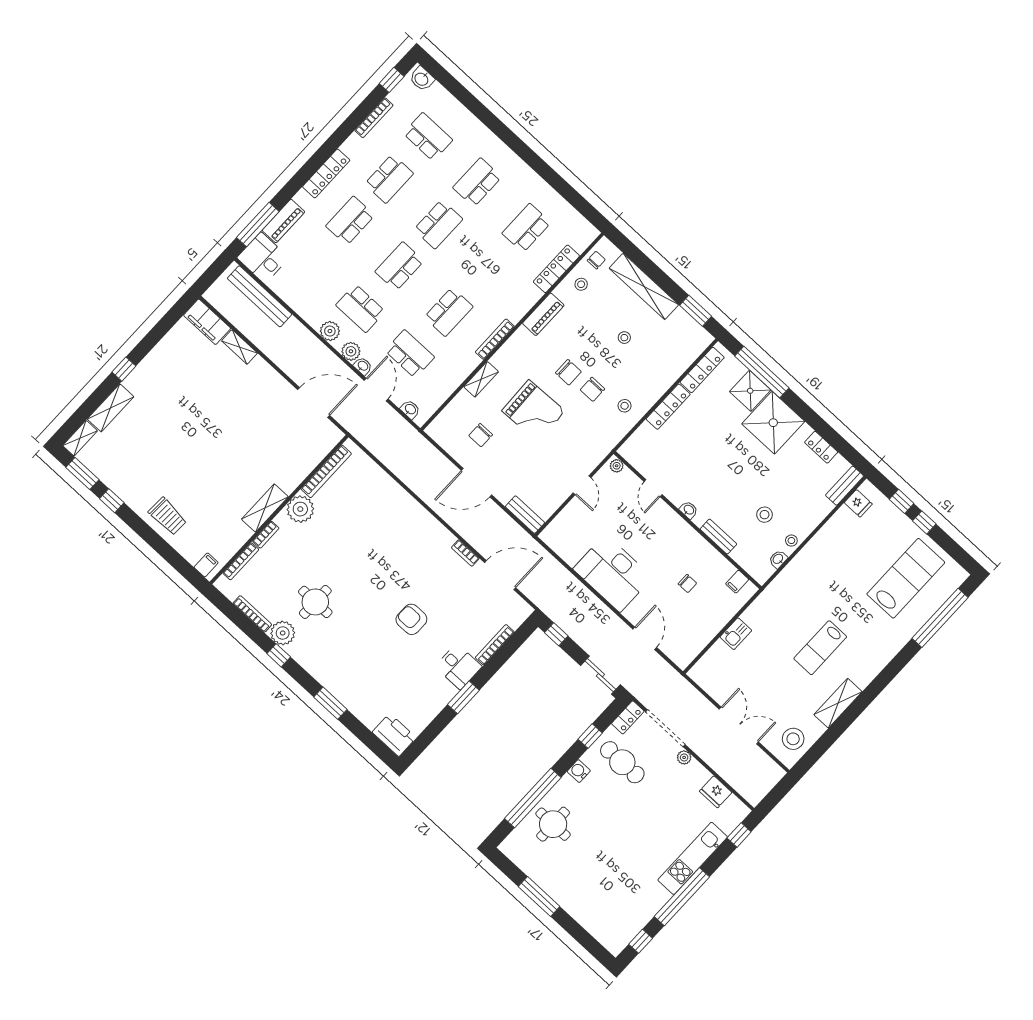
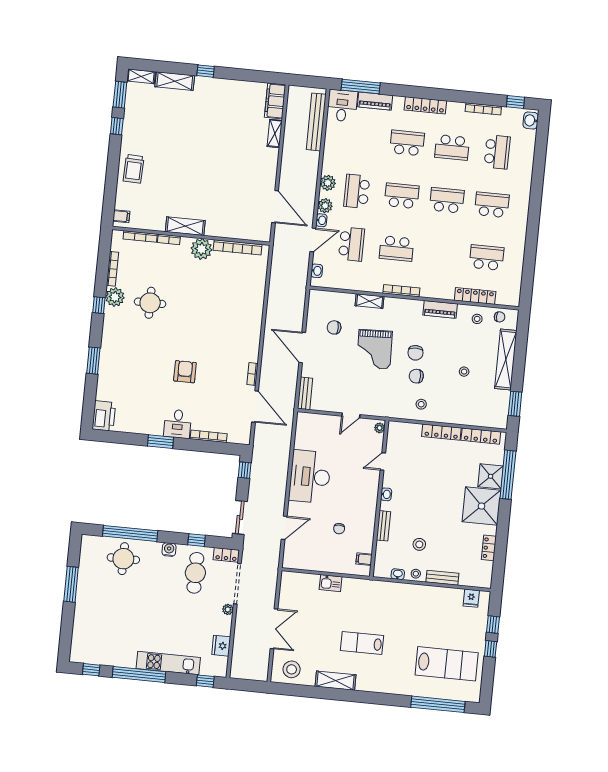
school desk: (438, 224) -> (447, 200), turned 180
bench: (845, 486) -> (442, 578), moved

